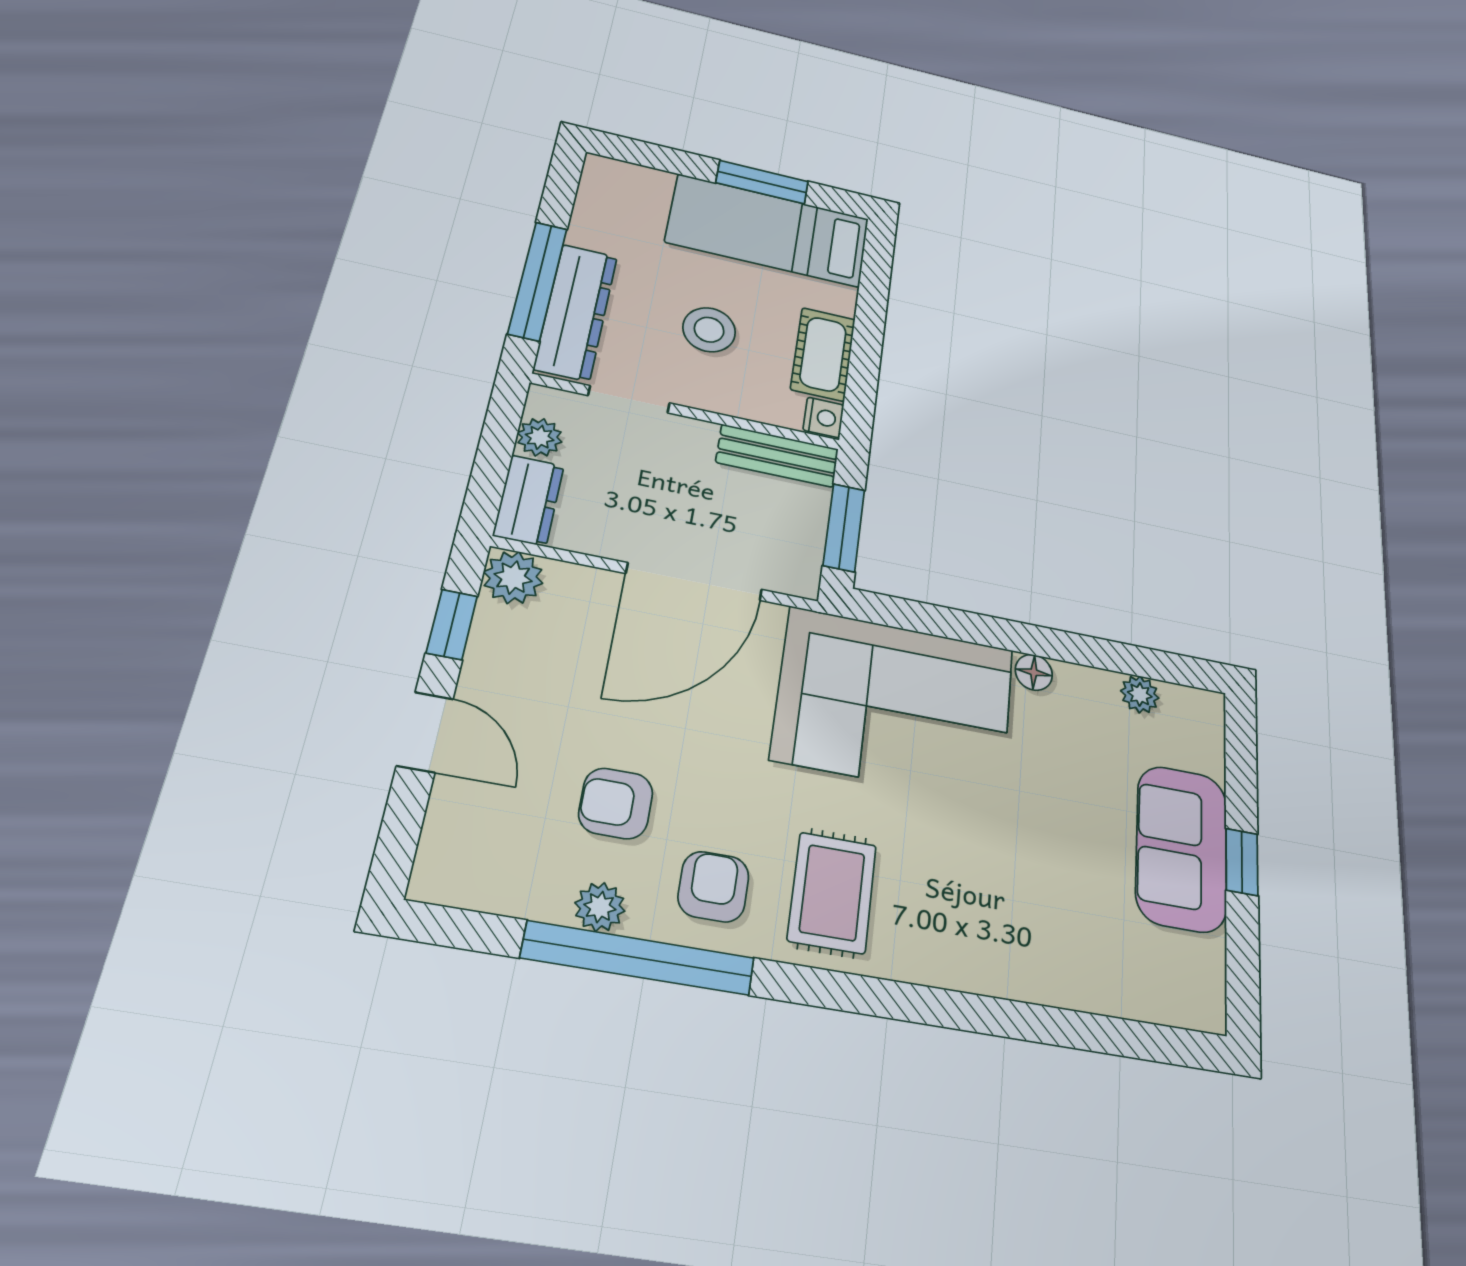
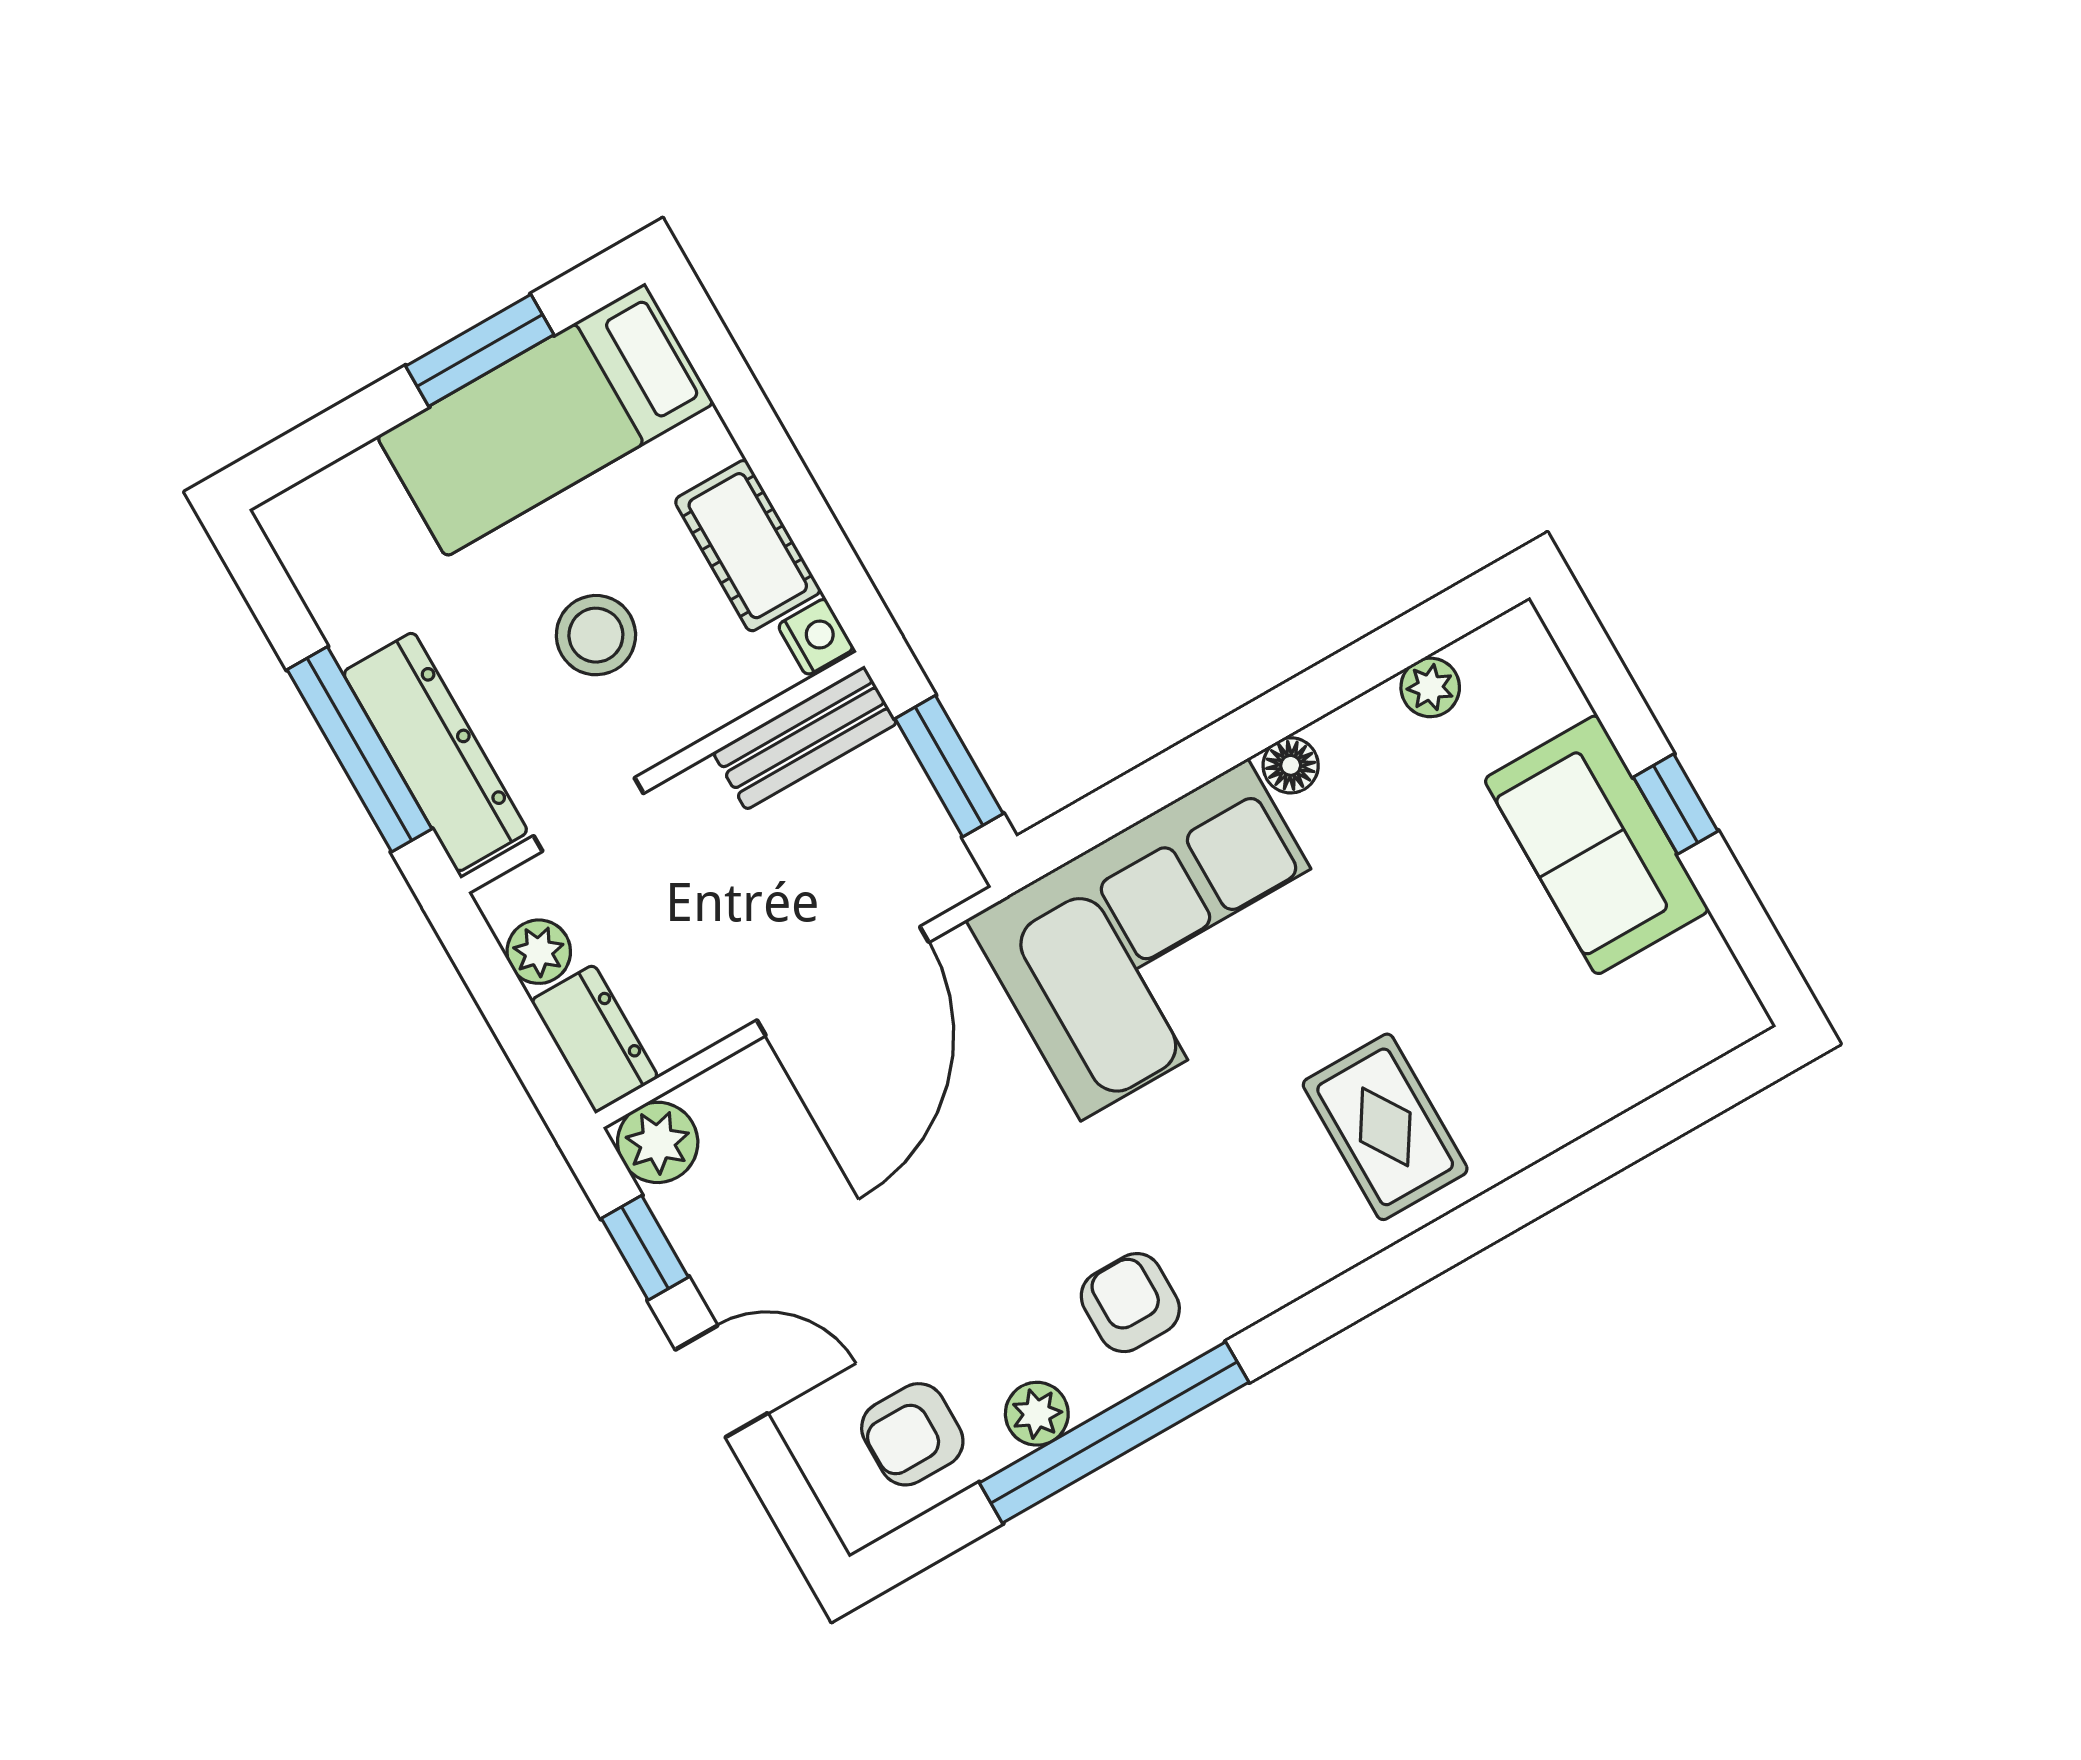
armchair: (616, 803) -> (912, 1434), moved
rug: (832, 893) -> (1385, 1127), moved

